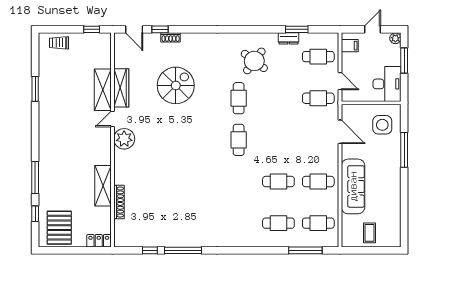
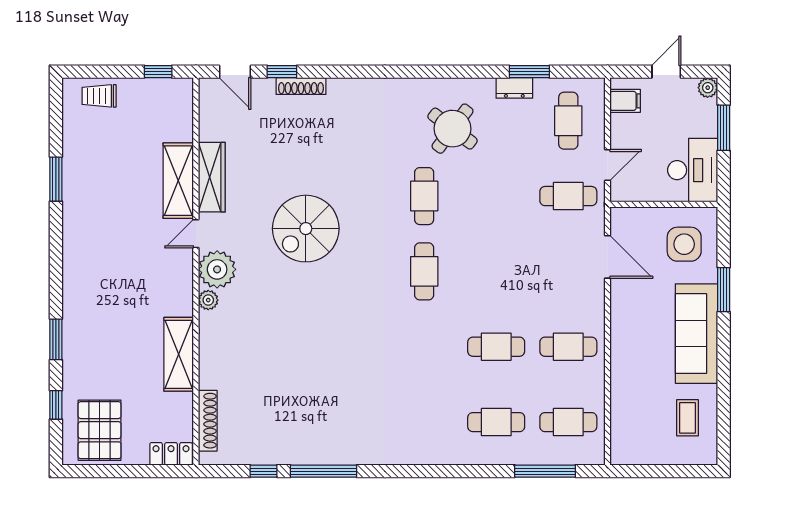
shoe rack: (171, 37) -> (301, 86), width x1.43
cafe table: (318, 57) -> (568, 121), turned 90
door: (340, 81) -> (608, 165), hinge flipped
spiral stairs: (176, 85) -> (306, 229), moved, turned 180
window: (404, 150) -> (724, 290), width x0.69
plant: (119, 156) -> (208, 300), added
window: (35, 177) -> (56, 339), width x0.69
sofa: (353, 186) -> (696, 334), moved, turned 180
shoe rack: (119, 202) -> (208, 421), moved
coffee table: (369, 233) -> (688, 418), moved

